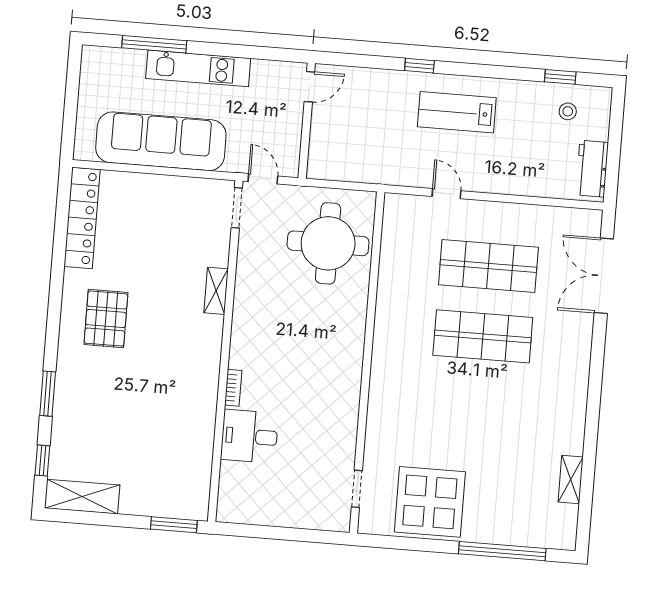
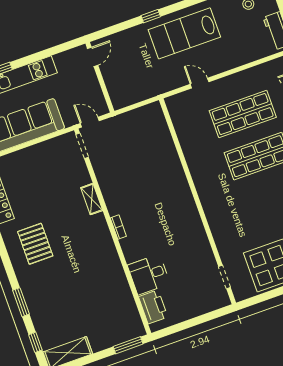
lab bench: (457, 112) -> (184, 33), width x1.36, depth x1.39
round table: (328, 243) -> (144, 143), removed
bookcase: (233, 388) -> (118, 227), moved
printer: (235, 486) -> (153, 307), added

